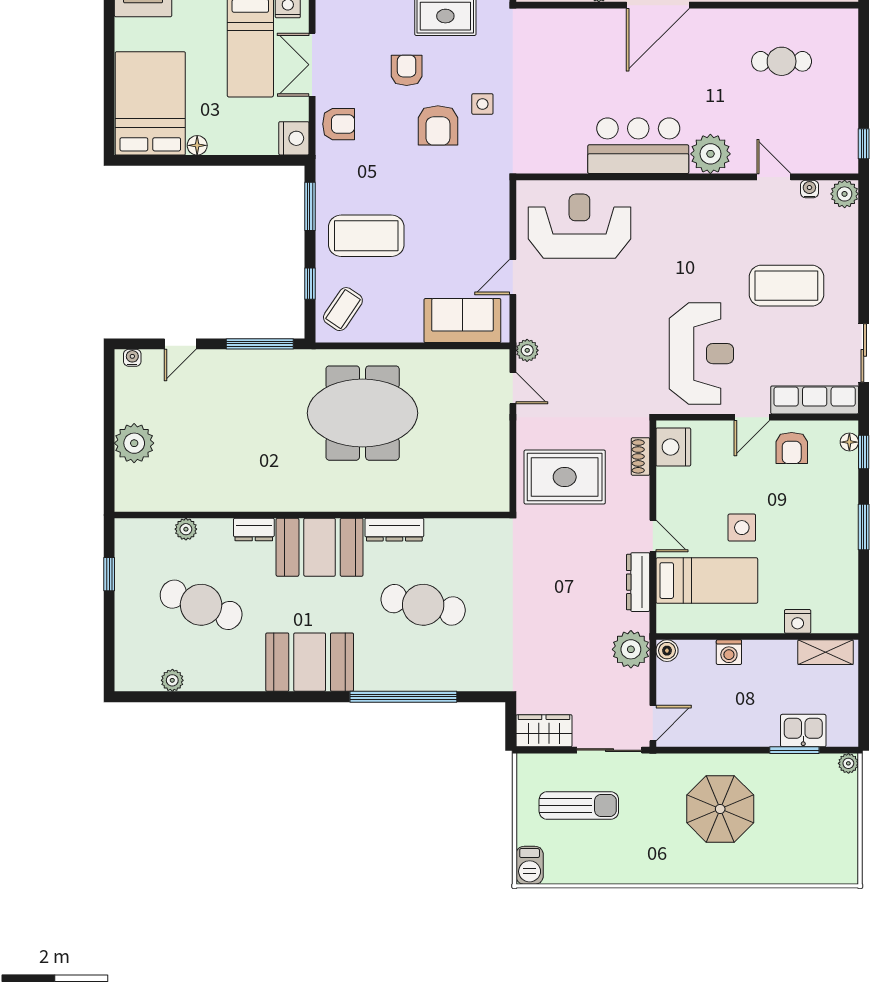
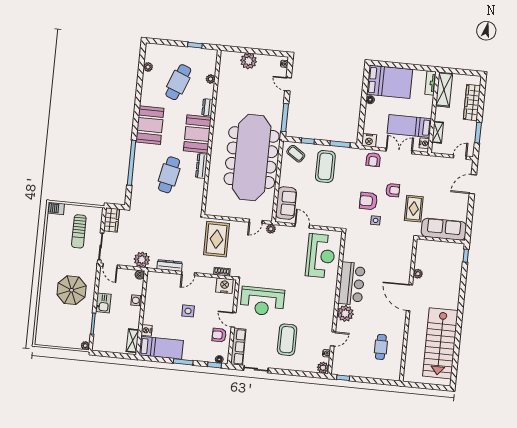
meeting table: (363, 413) -> (252, 158), width x1.86, depth x1.27
bed: (707, 581) -> (161, 348), moved, turned -90
kitchen sink: (803, 731) -> (103, 303), moved

